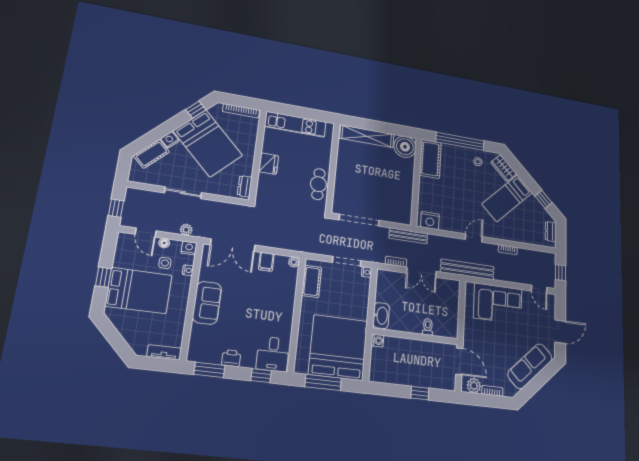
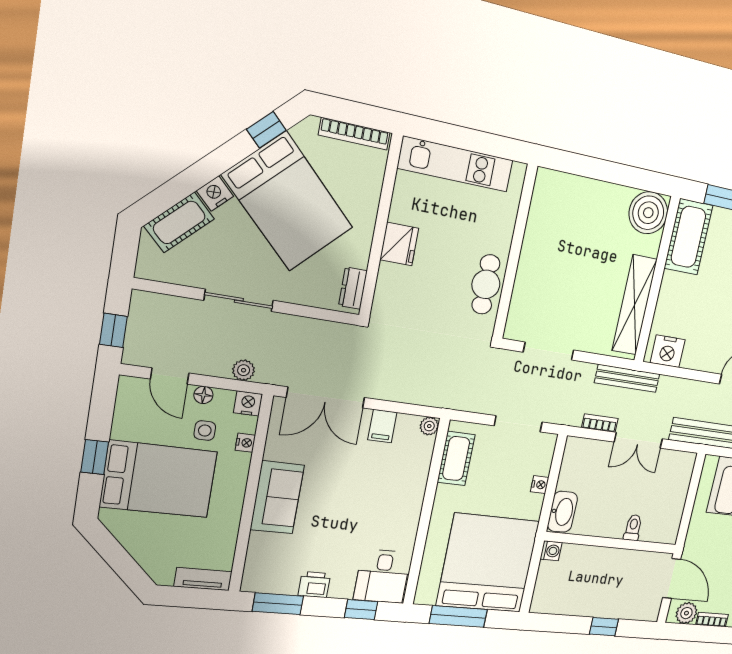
shelving: (367, 136) -> (634, 305), moved, turned 90
doorway: (359, 220) -> (549, 351), width x0.73
nightstand: (367, 272) -> (540, 485), moved

